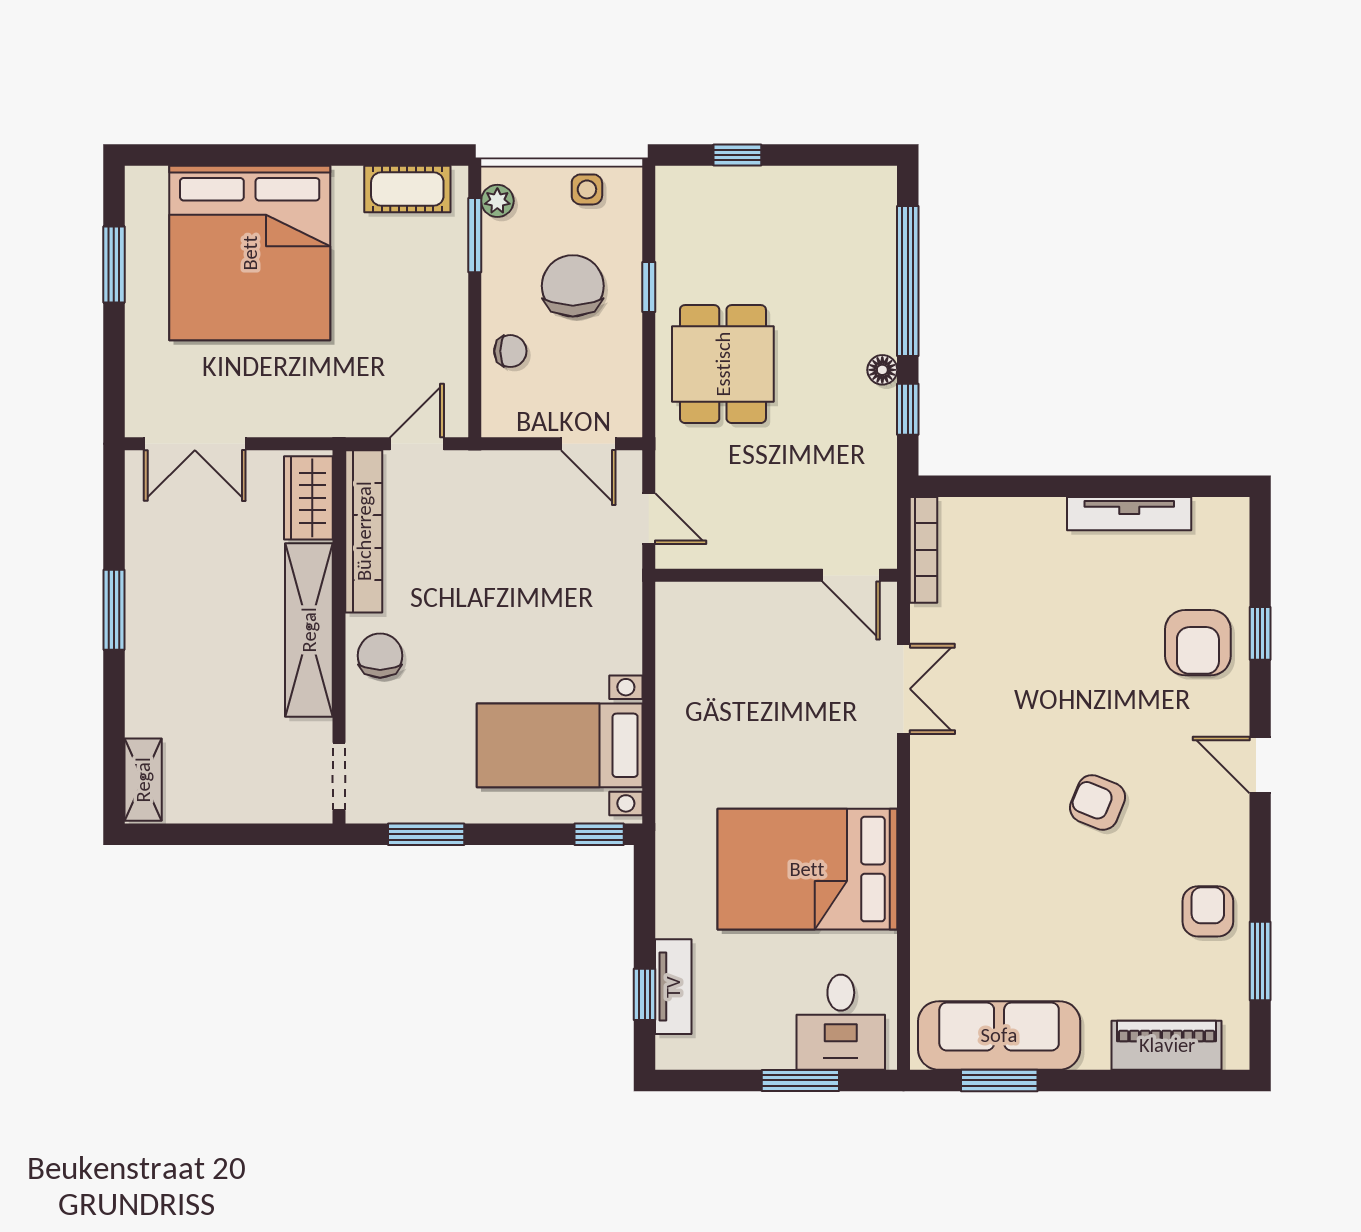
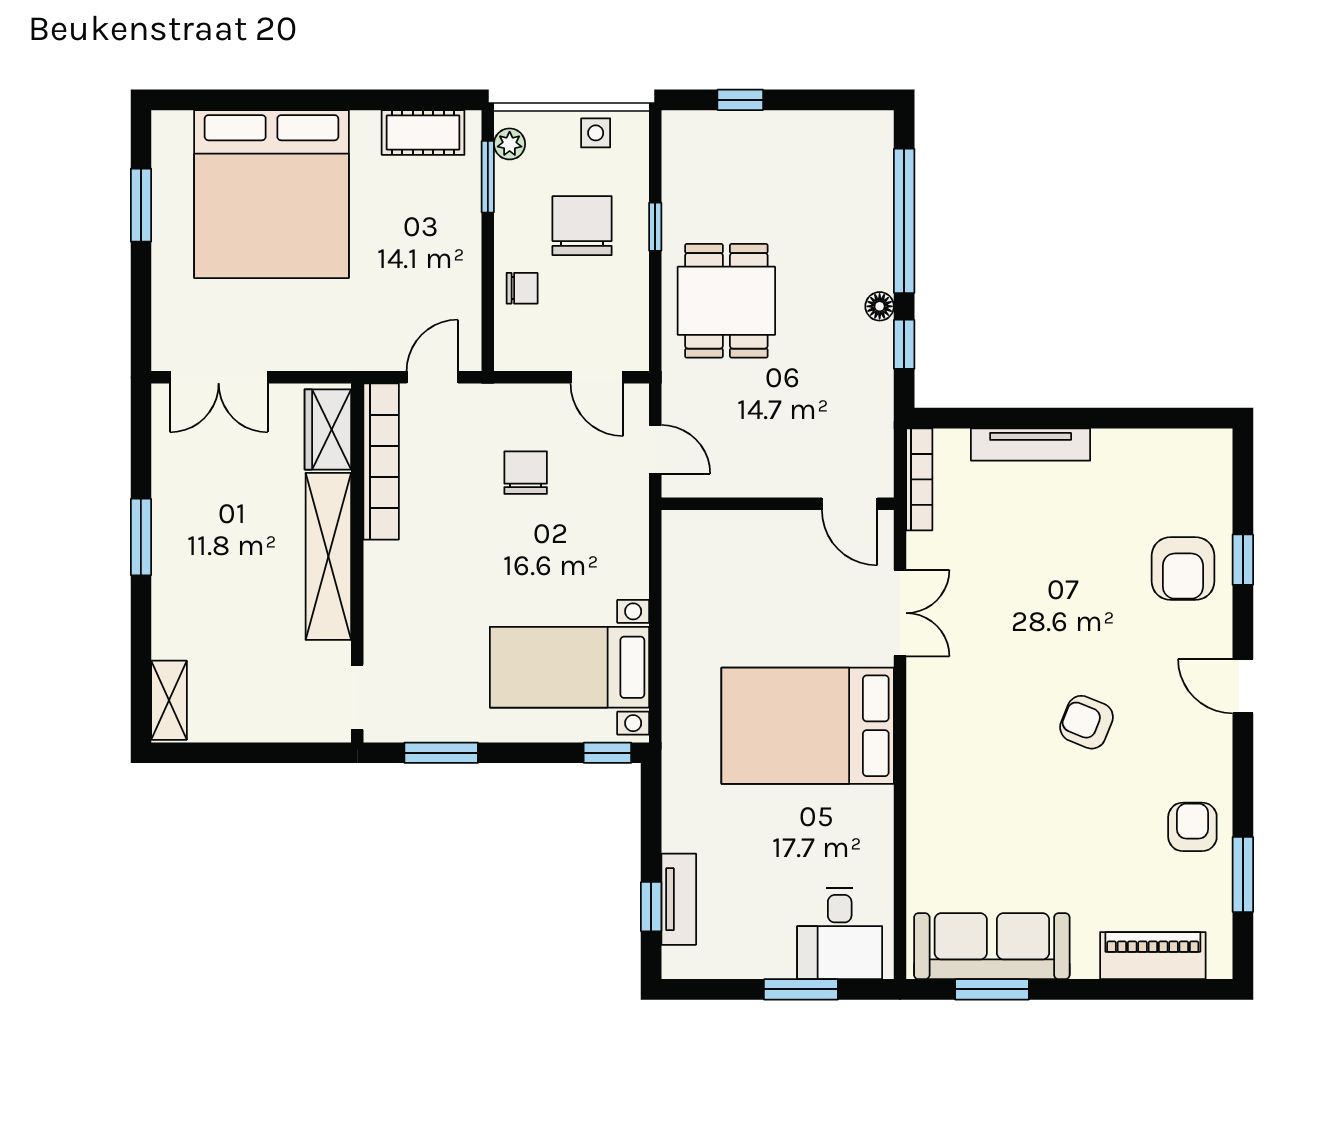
tv unit: (1129, 514) -> (1031, 444), moved
chair: (380, 656) -> (526, 473), moved
bed: (807, 869) -> (808, 726), moved

